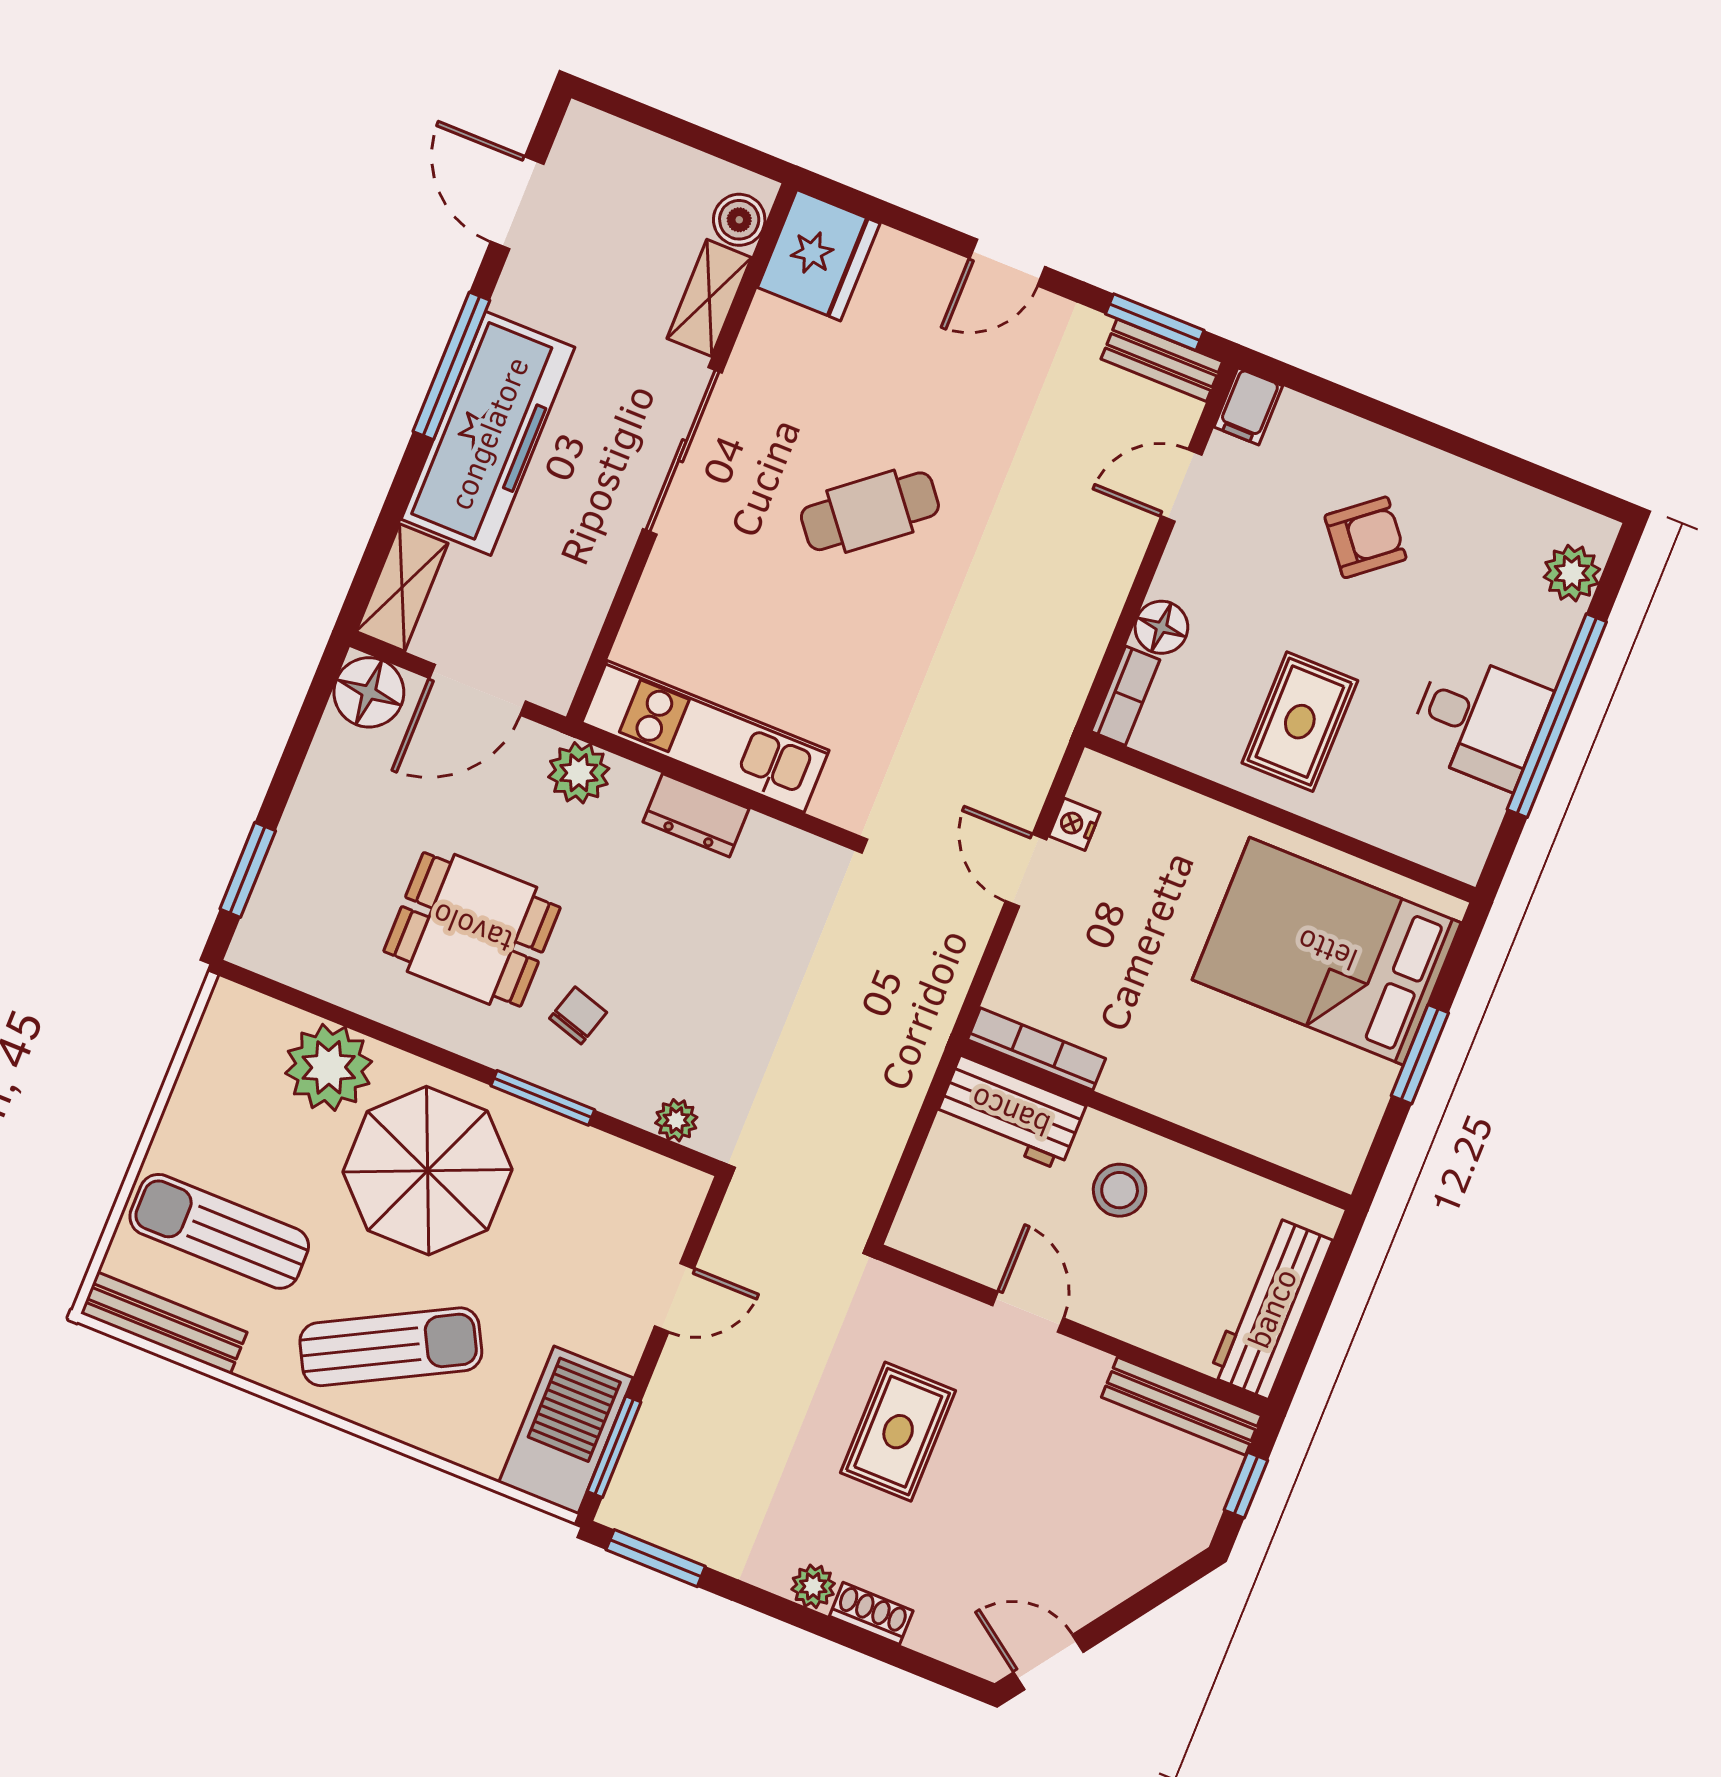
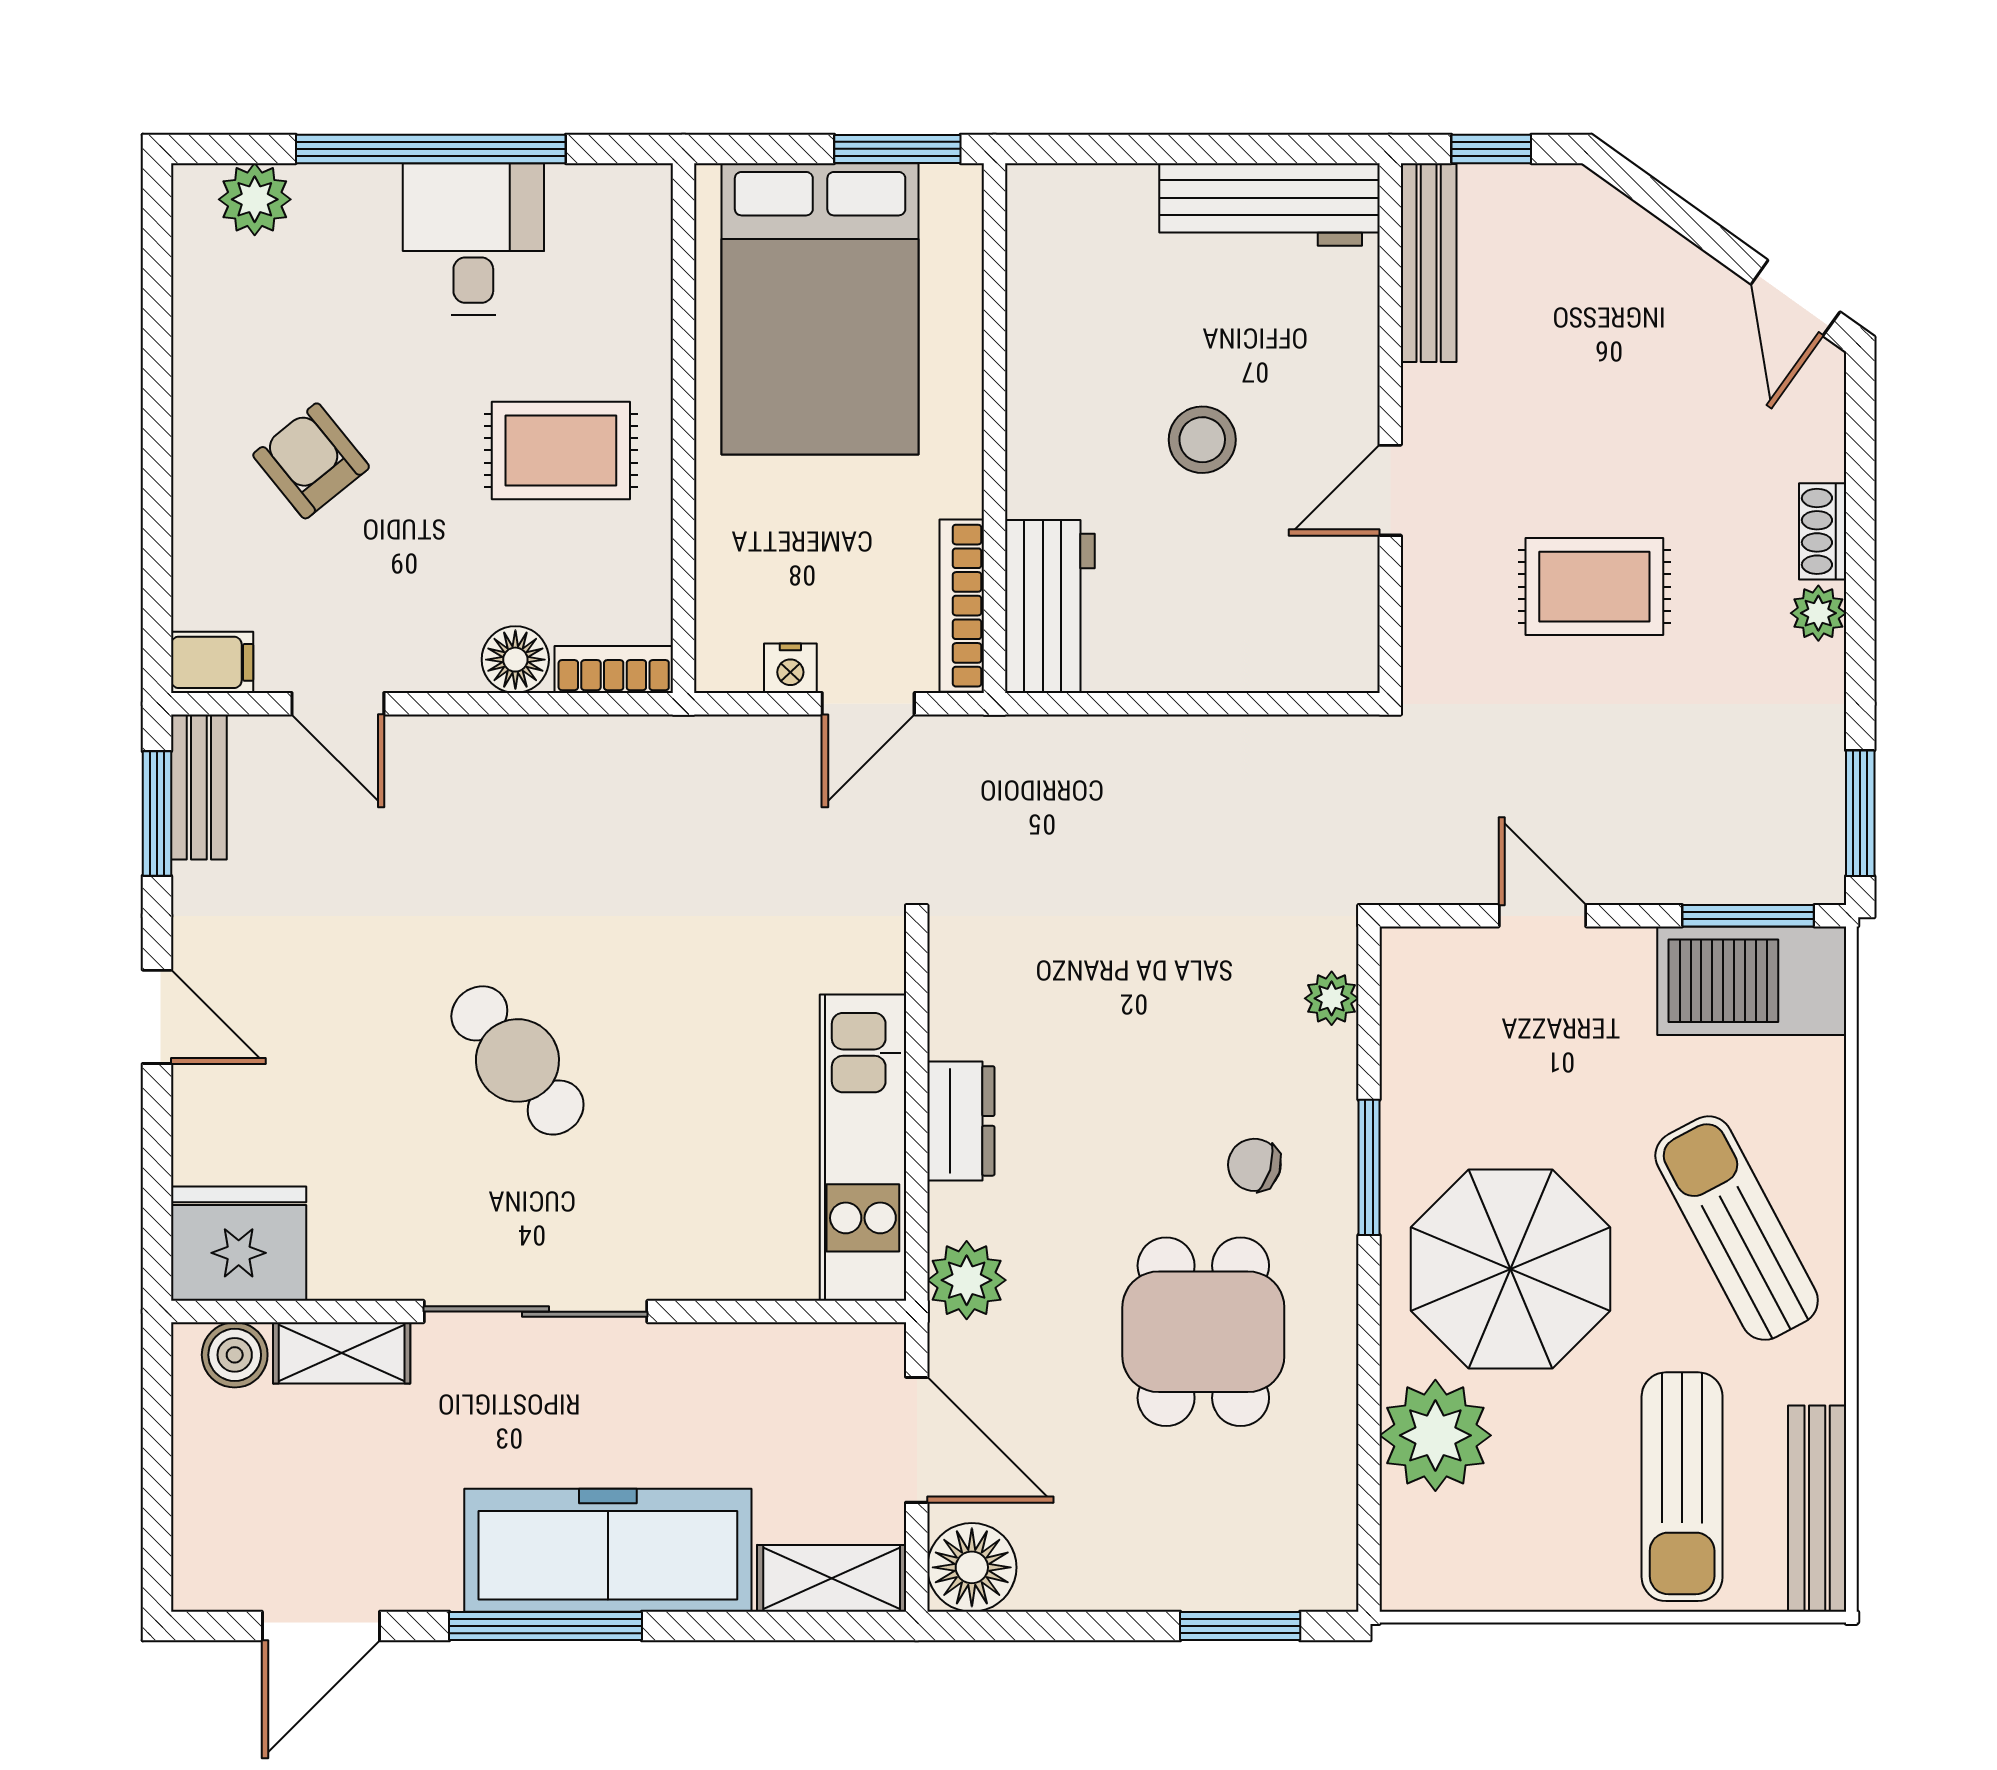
bookcase: (1037, 1049) -> (962, 606), moved
workbench: (1010, 1113) -> (1050, 606), moved
wall: (1156, 1125) -> (994, 428), moved

